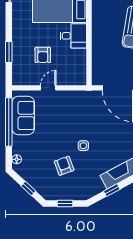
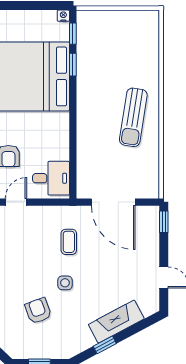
desk: (73, 36) -> (51, 178), moved
coffee table: (86, 116) -> (69, 242), added

